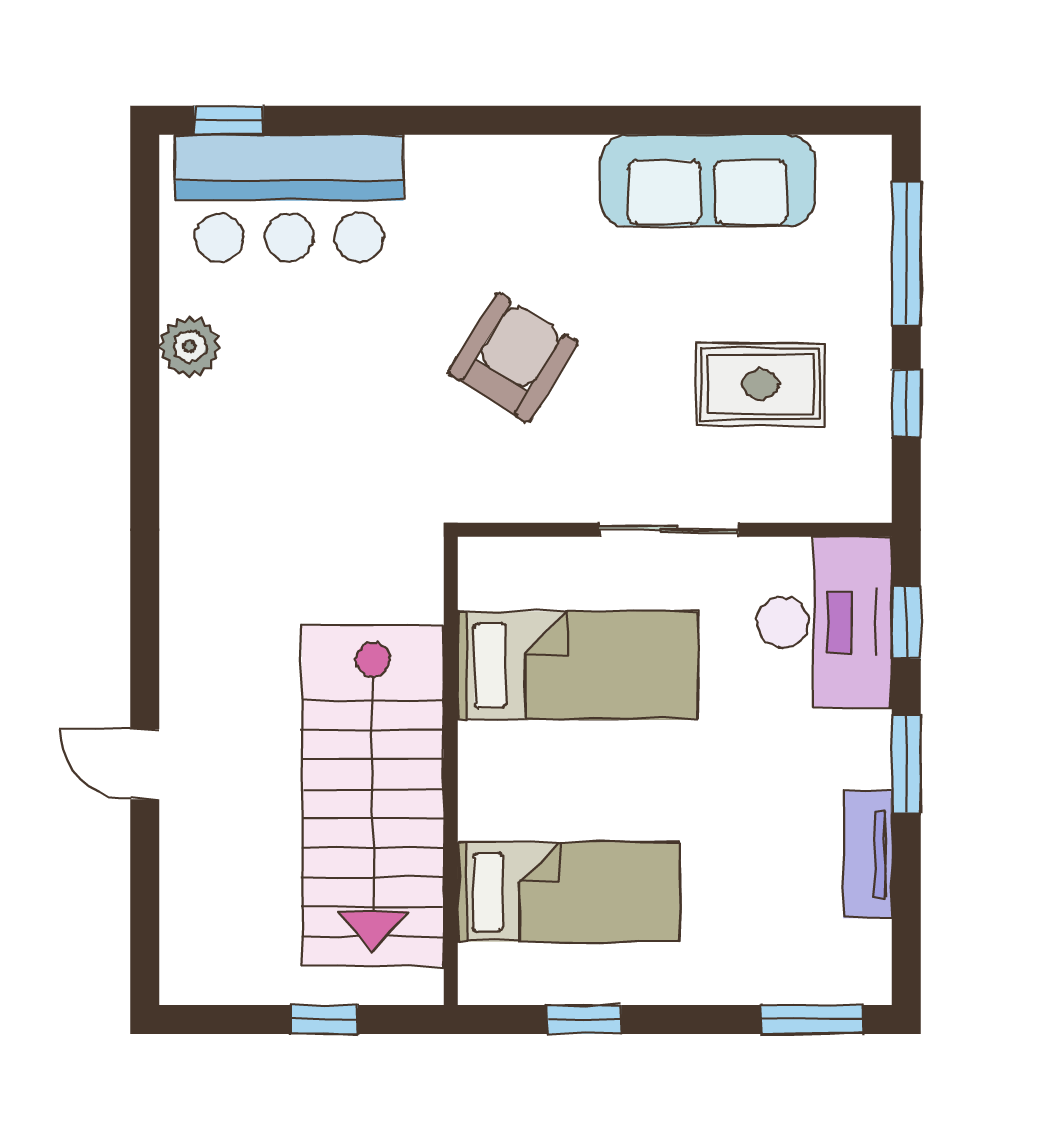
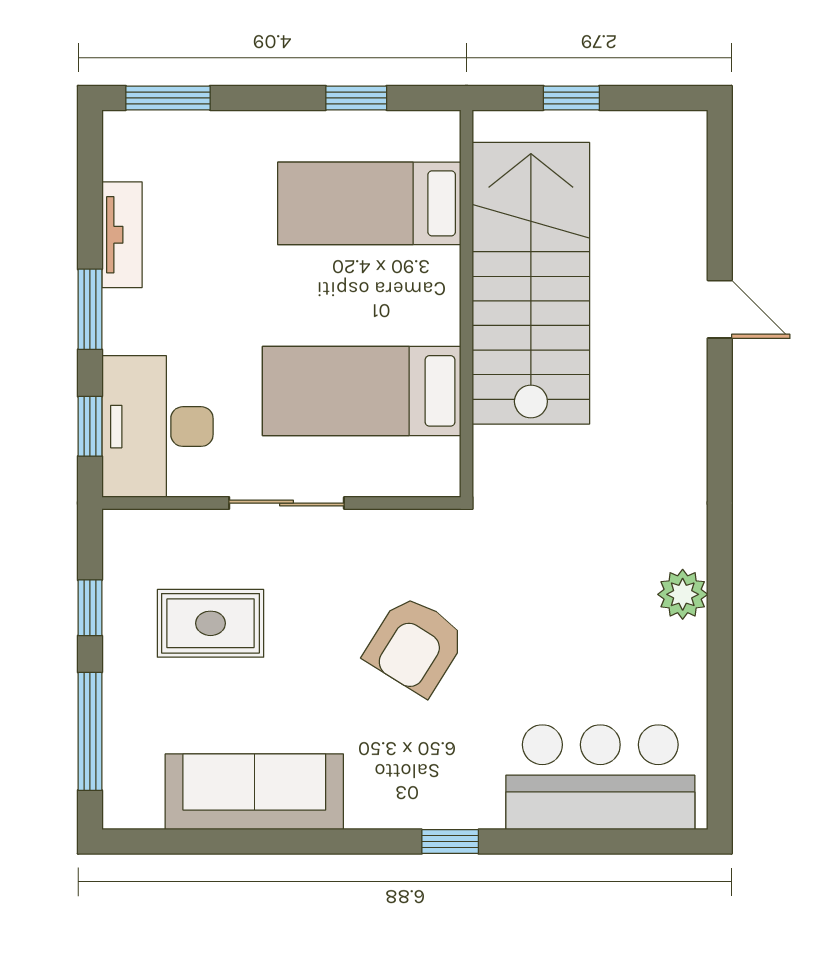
window: (229, 120) -> (450, 842), moved
plant: (189, 346) -> (683, 594), moved

